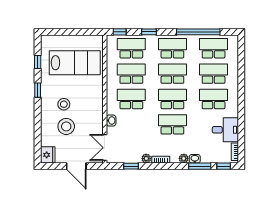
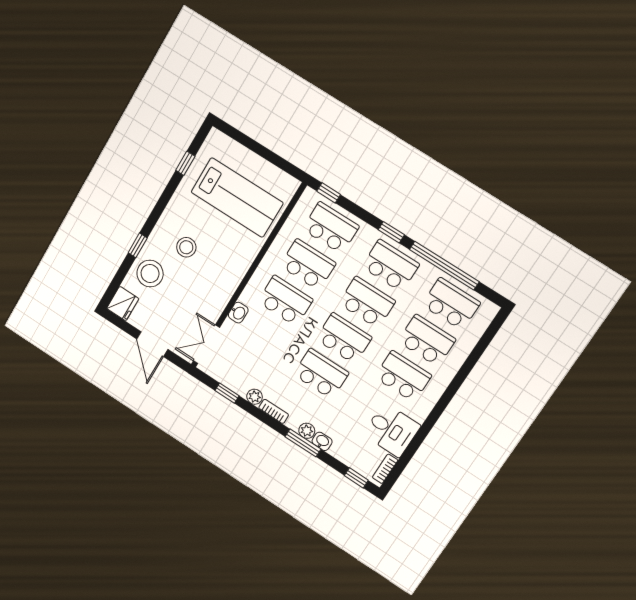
window: (149, 32) -> (391, 232), moved
window: (38, 90) -> (138, 245), moved
stool: (66, 126) -> (150, 274), moved
window: (200, 166) -> (303, 443), moved

